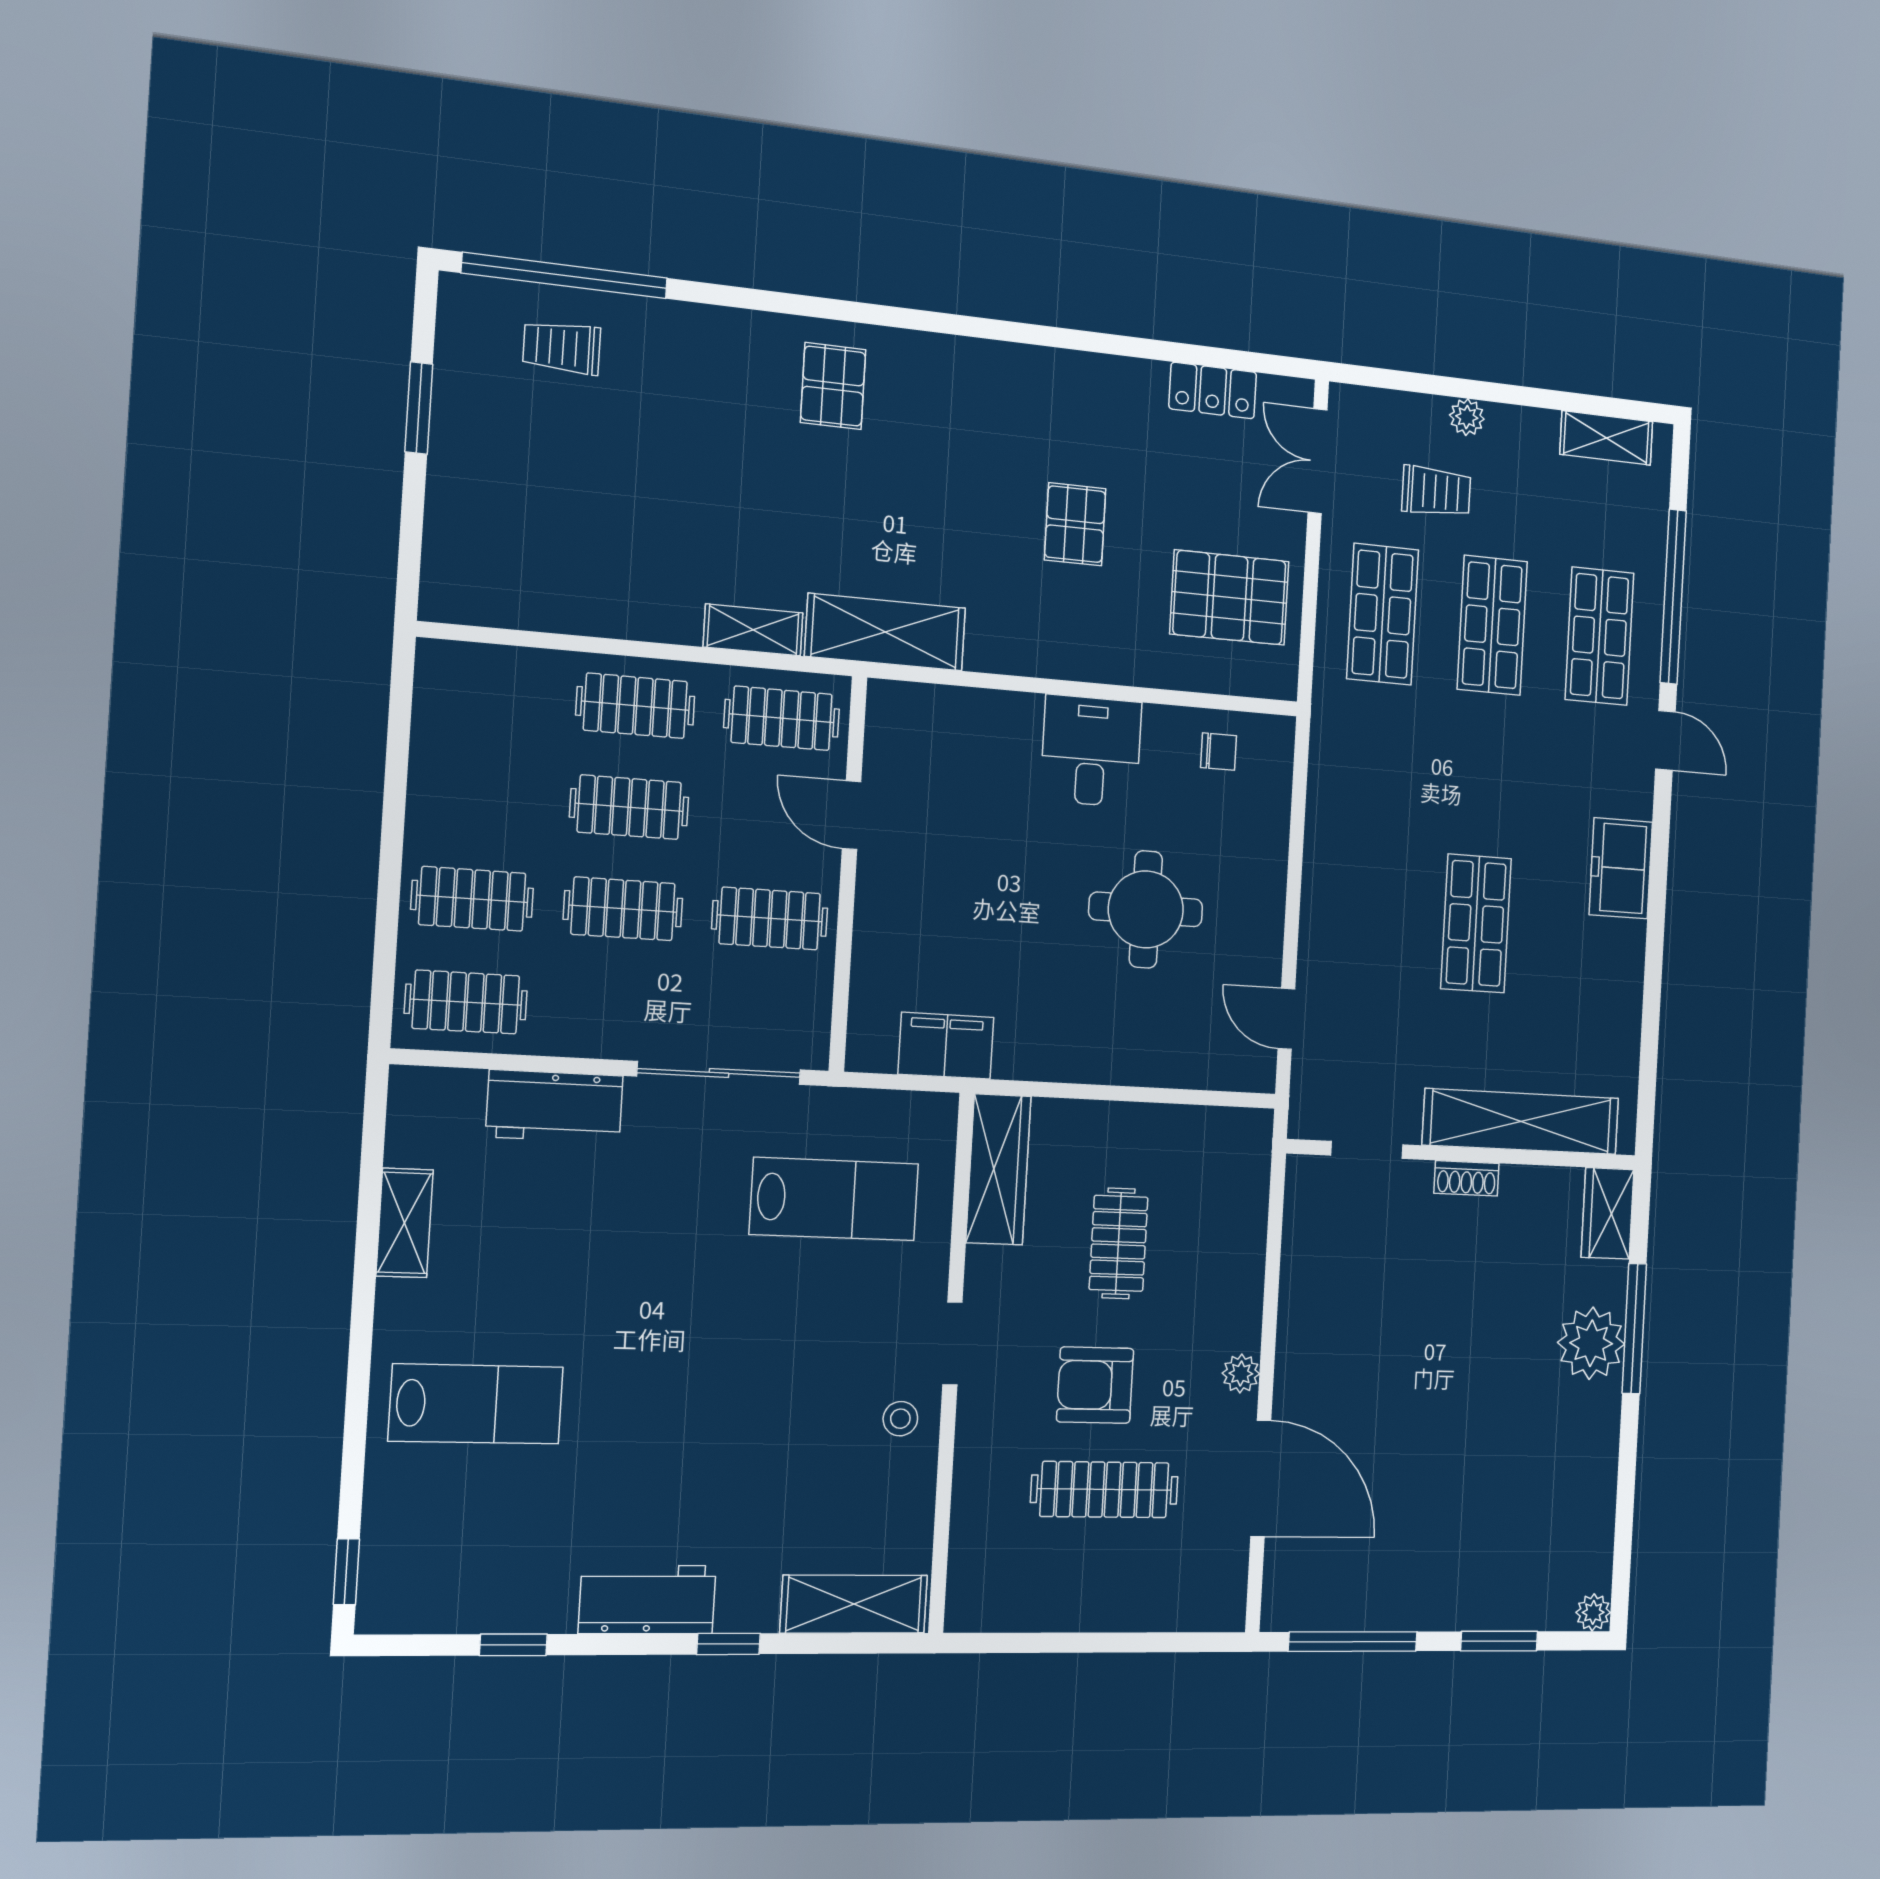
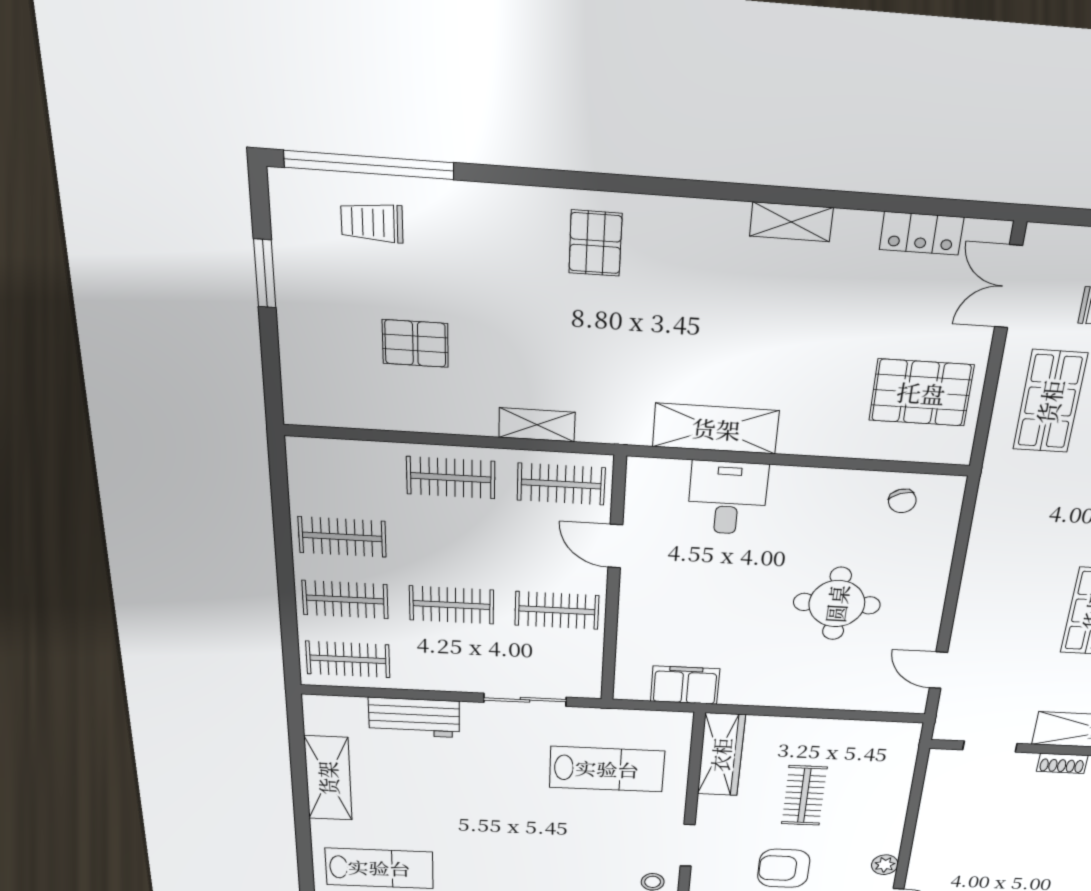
shelving: (1063, 370) -> (791, 222), added
pallet: (1075, 524) -> (415, 343), moved, turned 90
shelving: (885, 632) -> (716, 429), moved
desk: (1091, 751) -> (728, 498), moved
chair: (1219, 752) -> (902, 501), turned 69
clothes rail: (629, 807) -> (342, 537), moved
sliding door: (719, 1073) -> (525, 700), width x0.73
shelving: (405, 1223) -> (328, 778), width x1.50, depth x1.33

